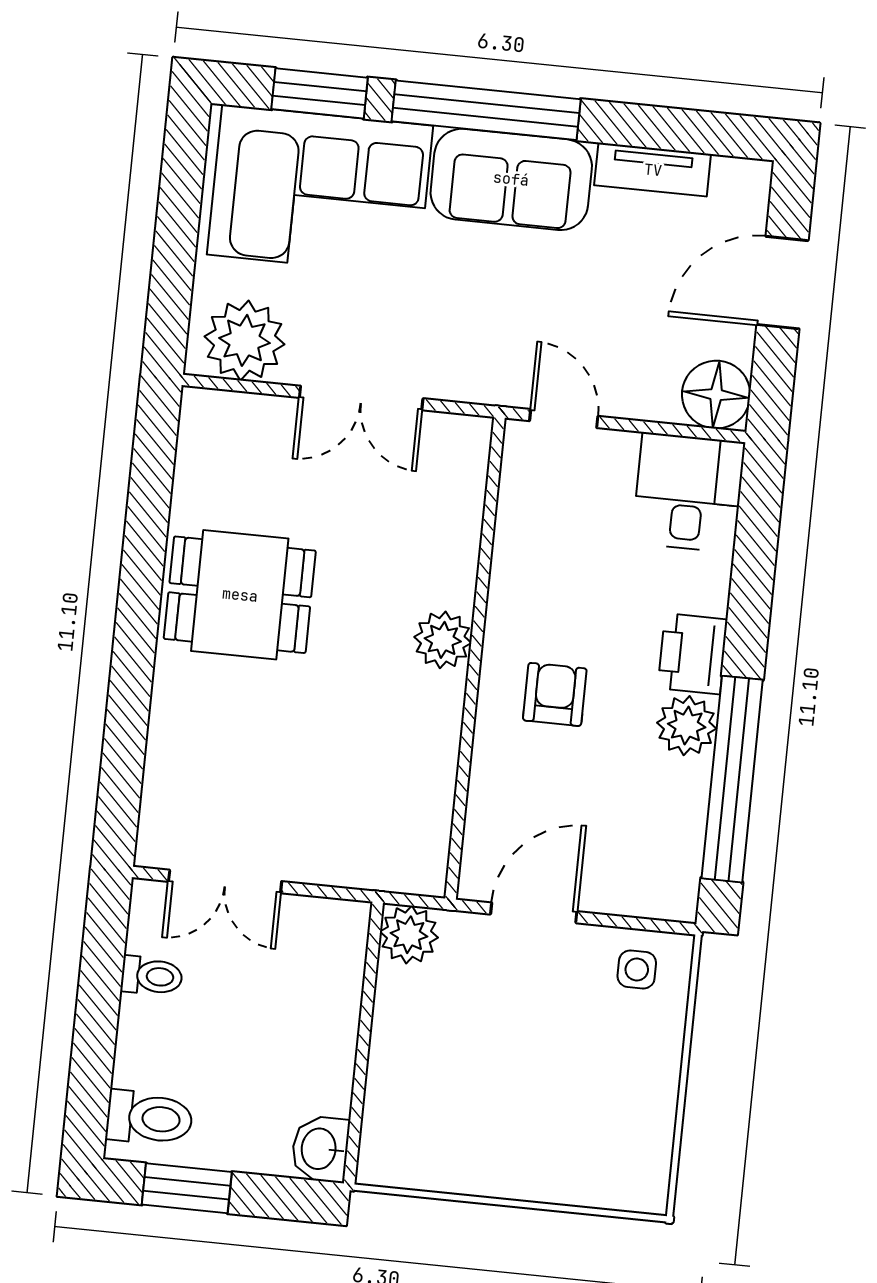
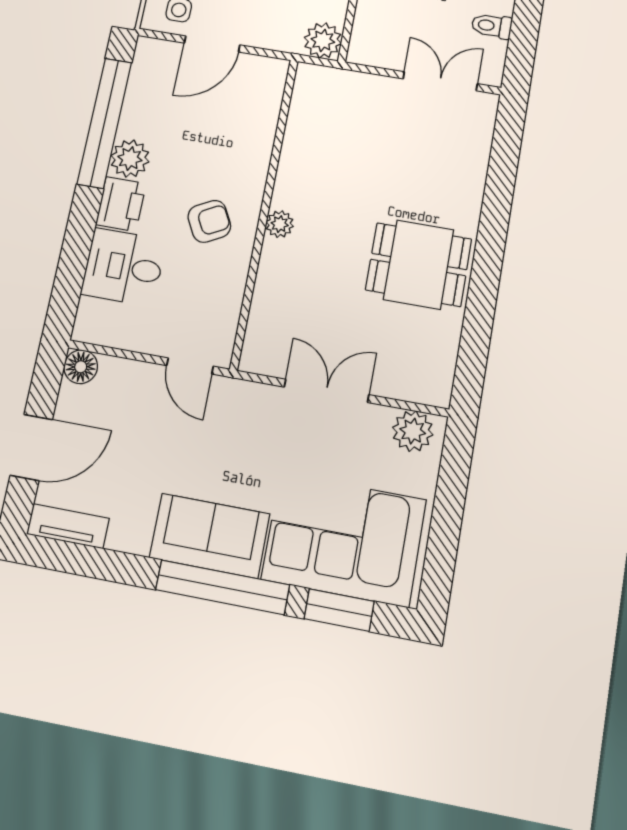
tv unit: (653, 170) -> (68, 526), moved
plant: (244, 340) -> (413, 431), width x0.73, depth x0.73
floor lamp: (716, 395) -> (81, 367), width x0.73, depth x0.73
desk: (688, 493) -> (124, 267), moved, turned 90
plant: (443, 640) -> (280, 224), width x0.73, depth x0.73
armchair: (555, 694) -> (209, 221), moved, turned -118
door: (534, 913) -> (212, 44), moved

